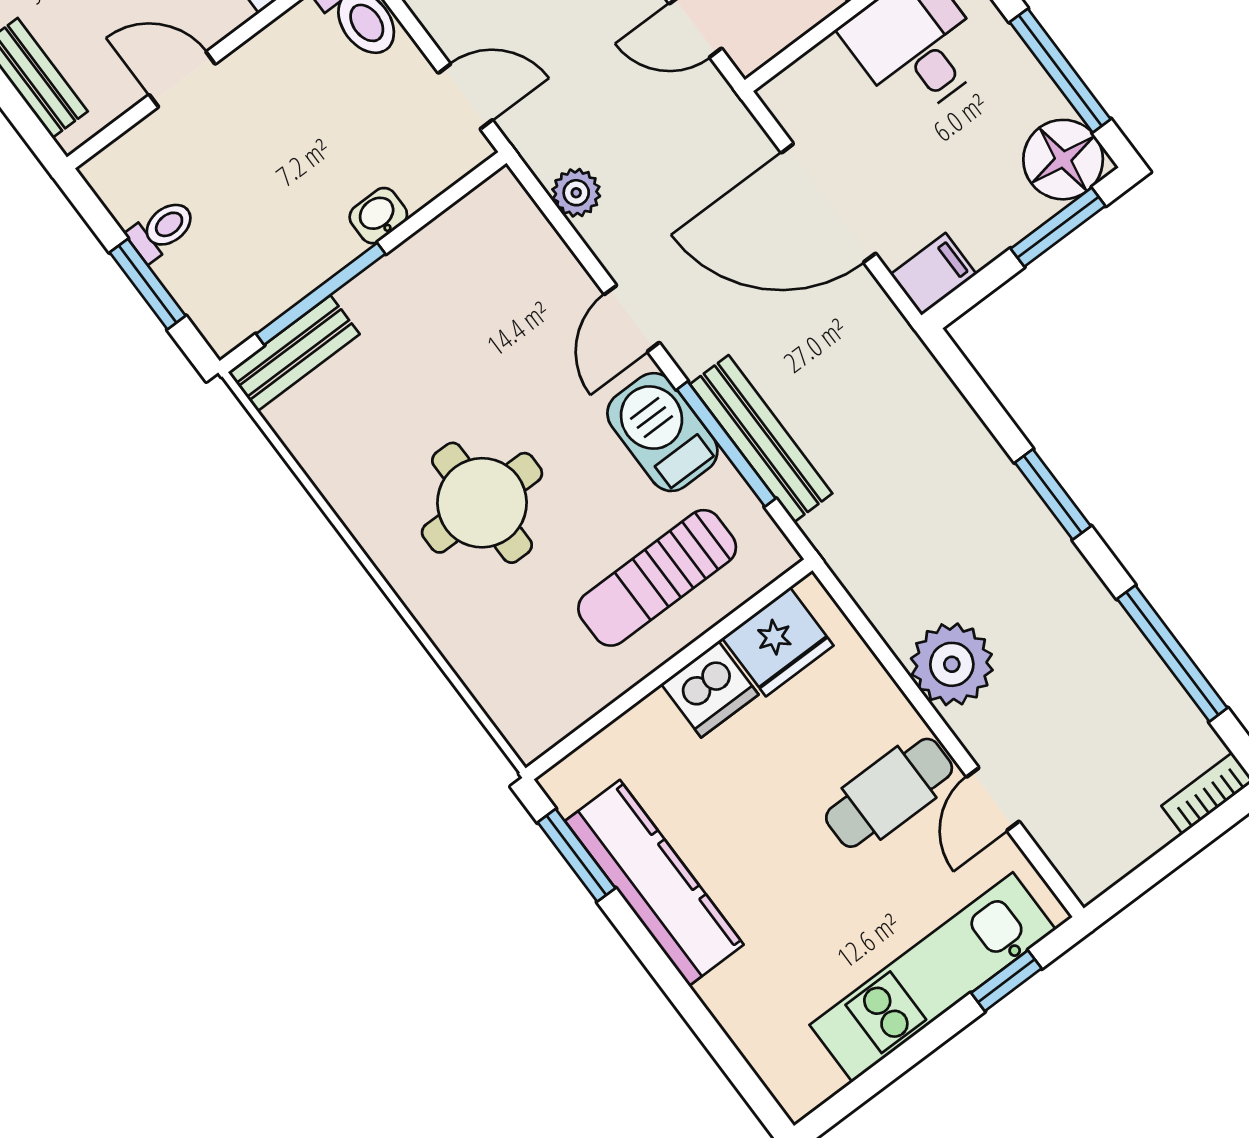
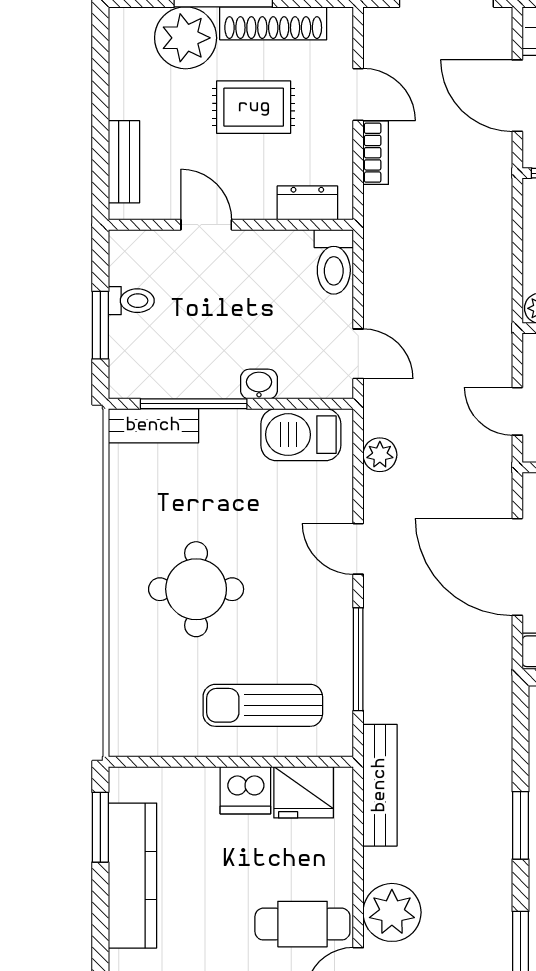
door: (632, 318) -> (358, 549), hinge flipped
barbecue: (662, 432) -> (301, 435), moved, turned -90
bench: (761, 439) -> (380, 785), moved
plant: (952, 664) -> (392, 912), moved

